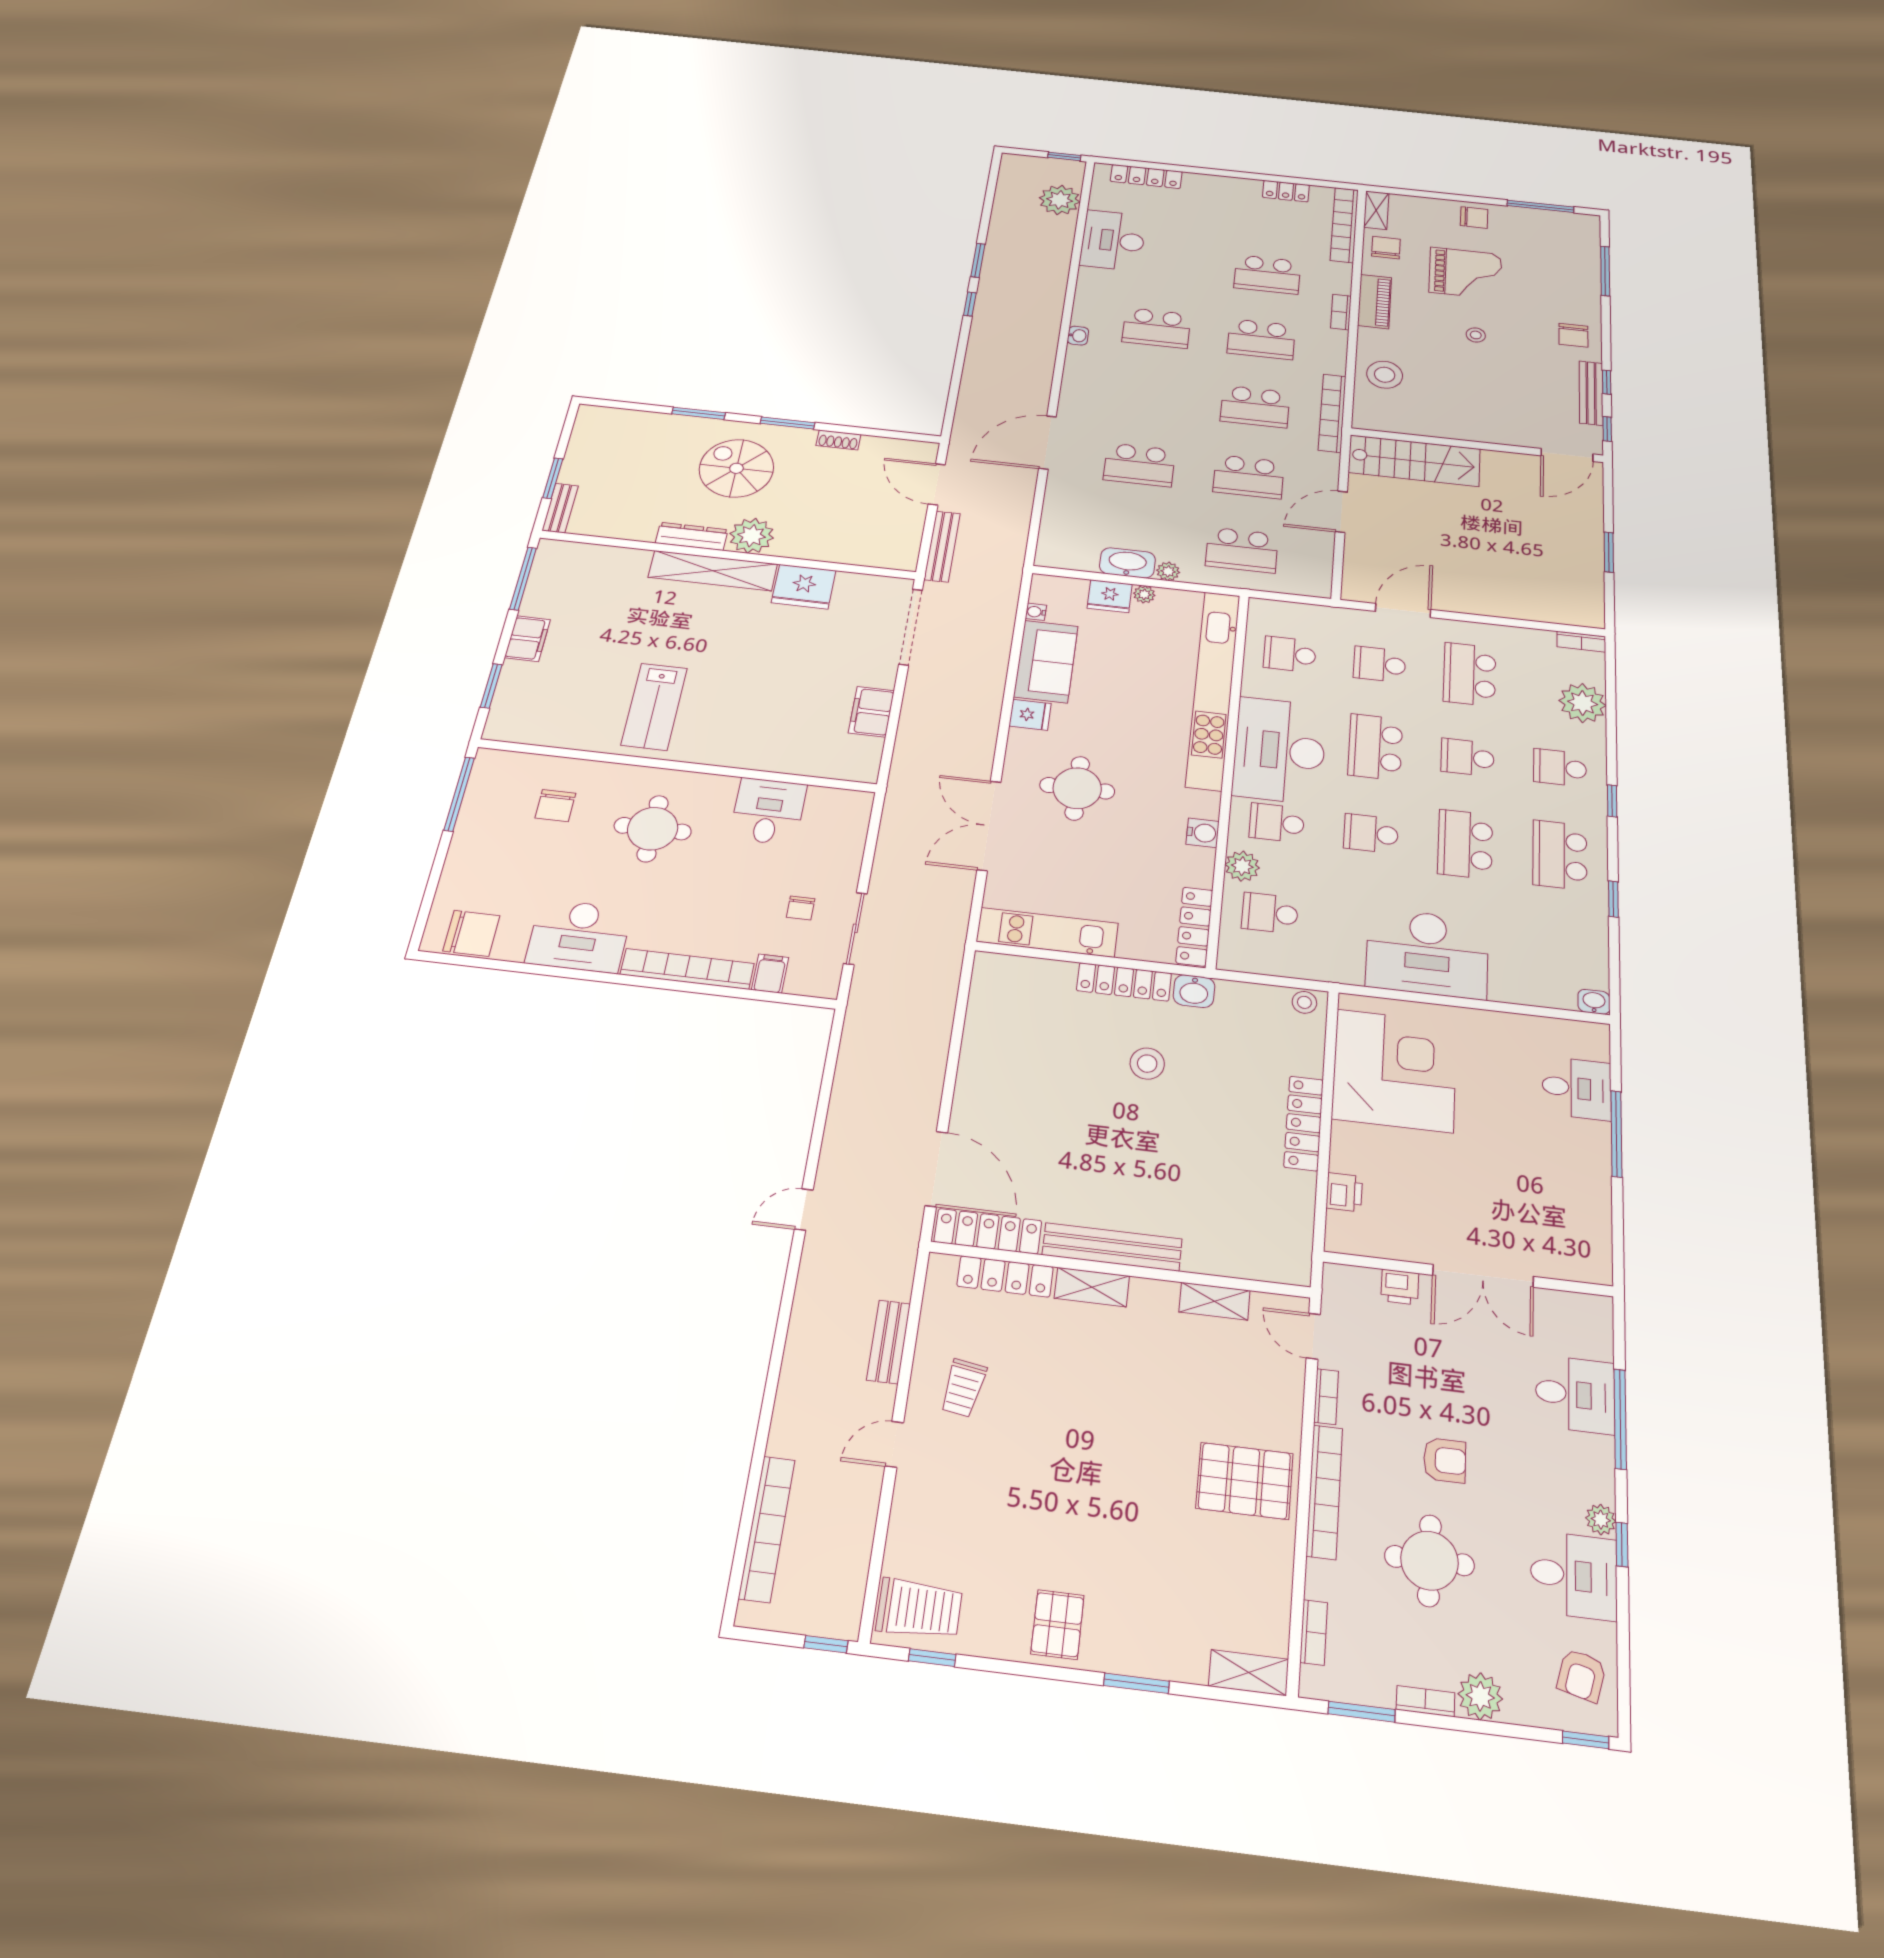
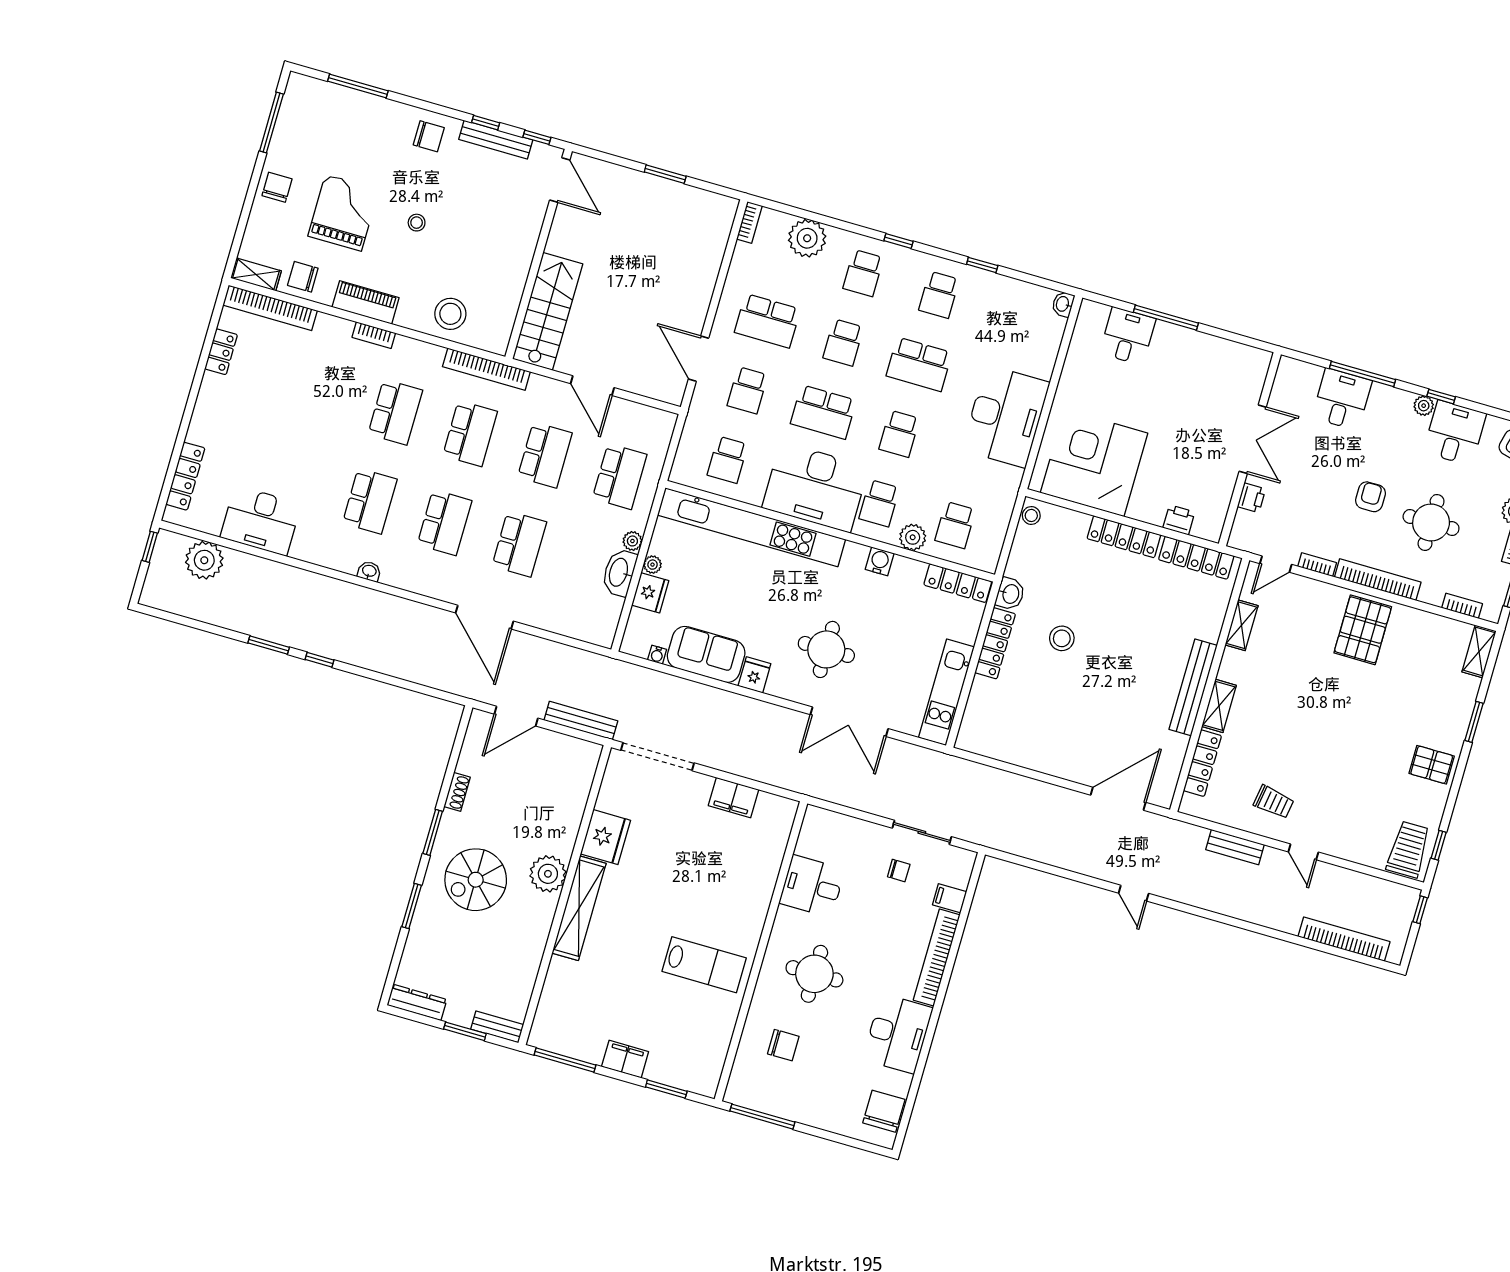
school desk: (1267, 274) -> (445, 523), moved
dresser: (692, 536) -> (417, 1002), moved, turned 90
school desk: (1560, 855) -> (939, 295), width x0.54
locker: (988, 1231) -> (1196, 558), moved, turned -90

